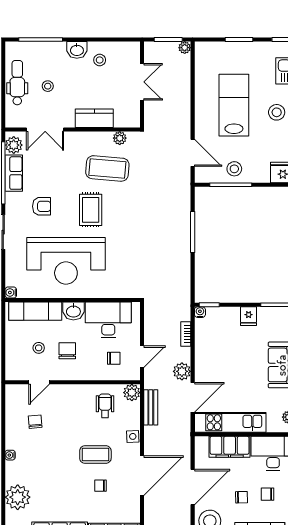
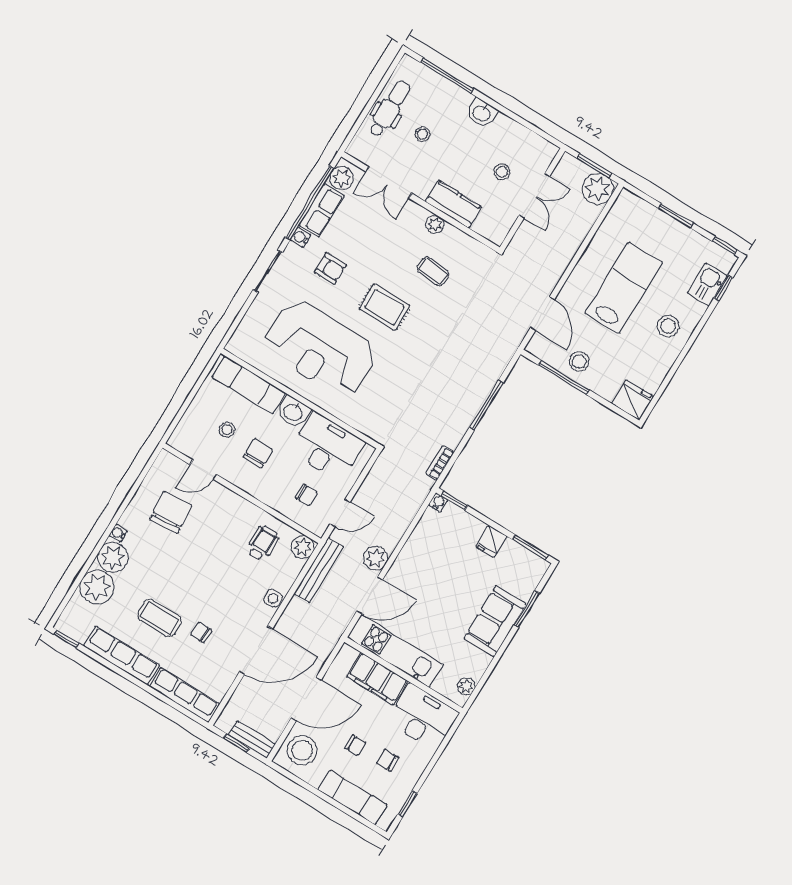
plant: (185, 48) -> (598, 189), width x1.88, depth x1.88
stool: (100, 60) -> (502, 172), moved
plant: (120, 138) -> (435, 224), moved
coffee table: (107, 168) -> (433, 271), width x0.54, depth x0.58
rug: (91, 210) -> (384, 307), turned 90
water cooler: (11, 292) -> (301, 237), moved
bookcase: (186, 334) -> (440, 463), moved
bench: (151, 407) -> (319, 570), width x1.36
chair: (35, 422) -> (171, 512), width x1.87, depth x1.87
coffee table: (95, 455) -> (159, 618), moved
plant: (16, 472) -> (113, 557), added

